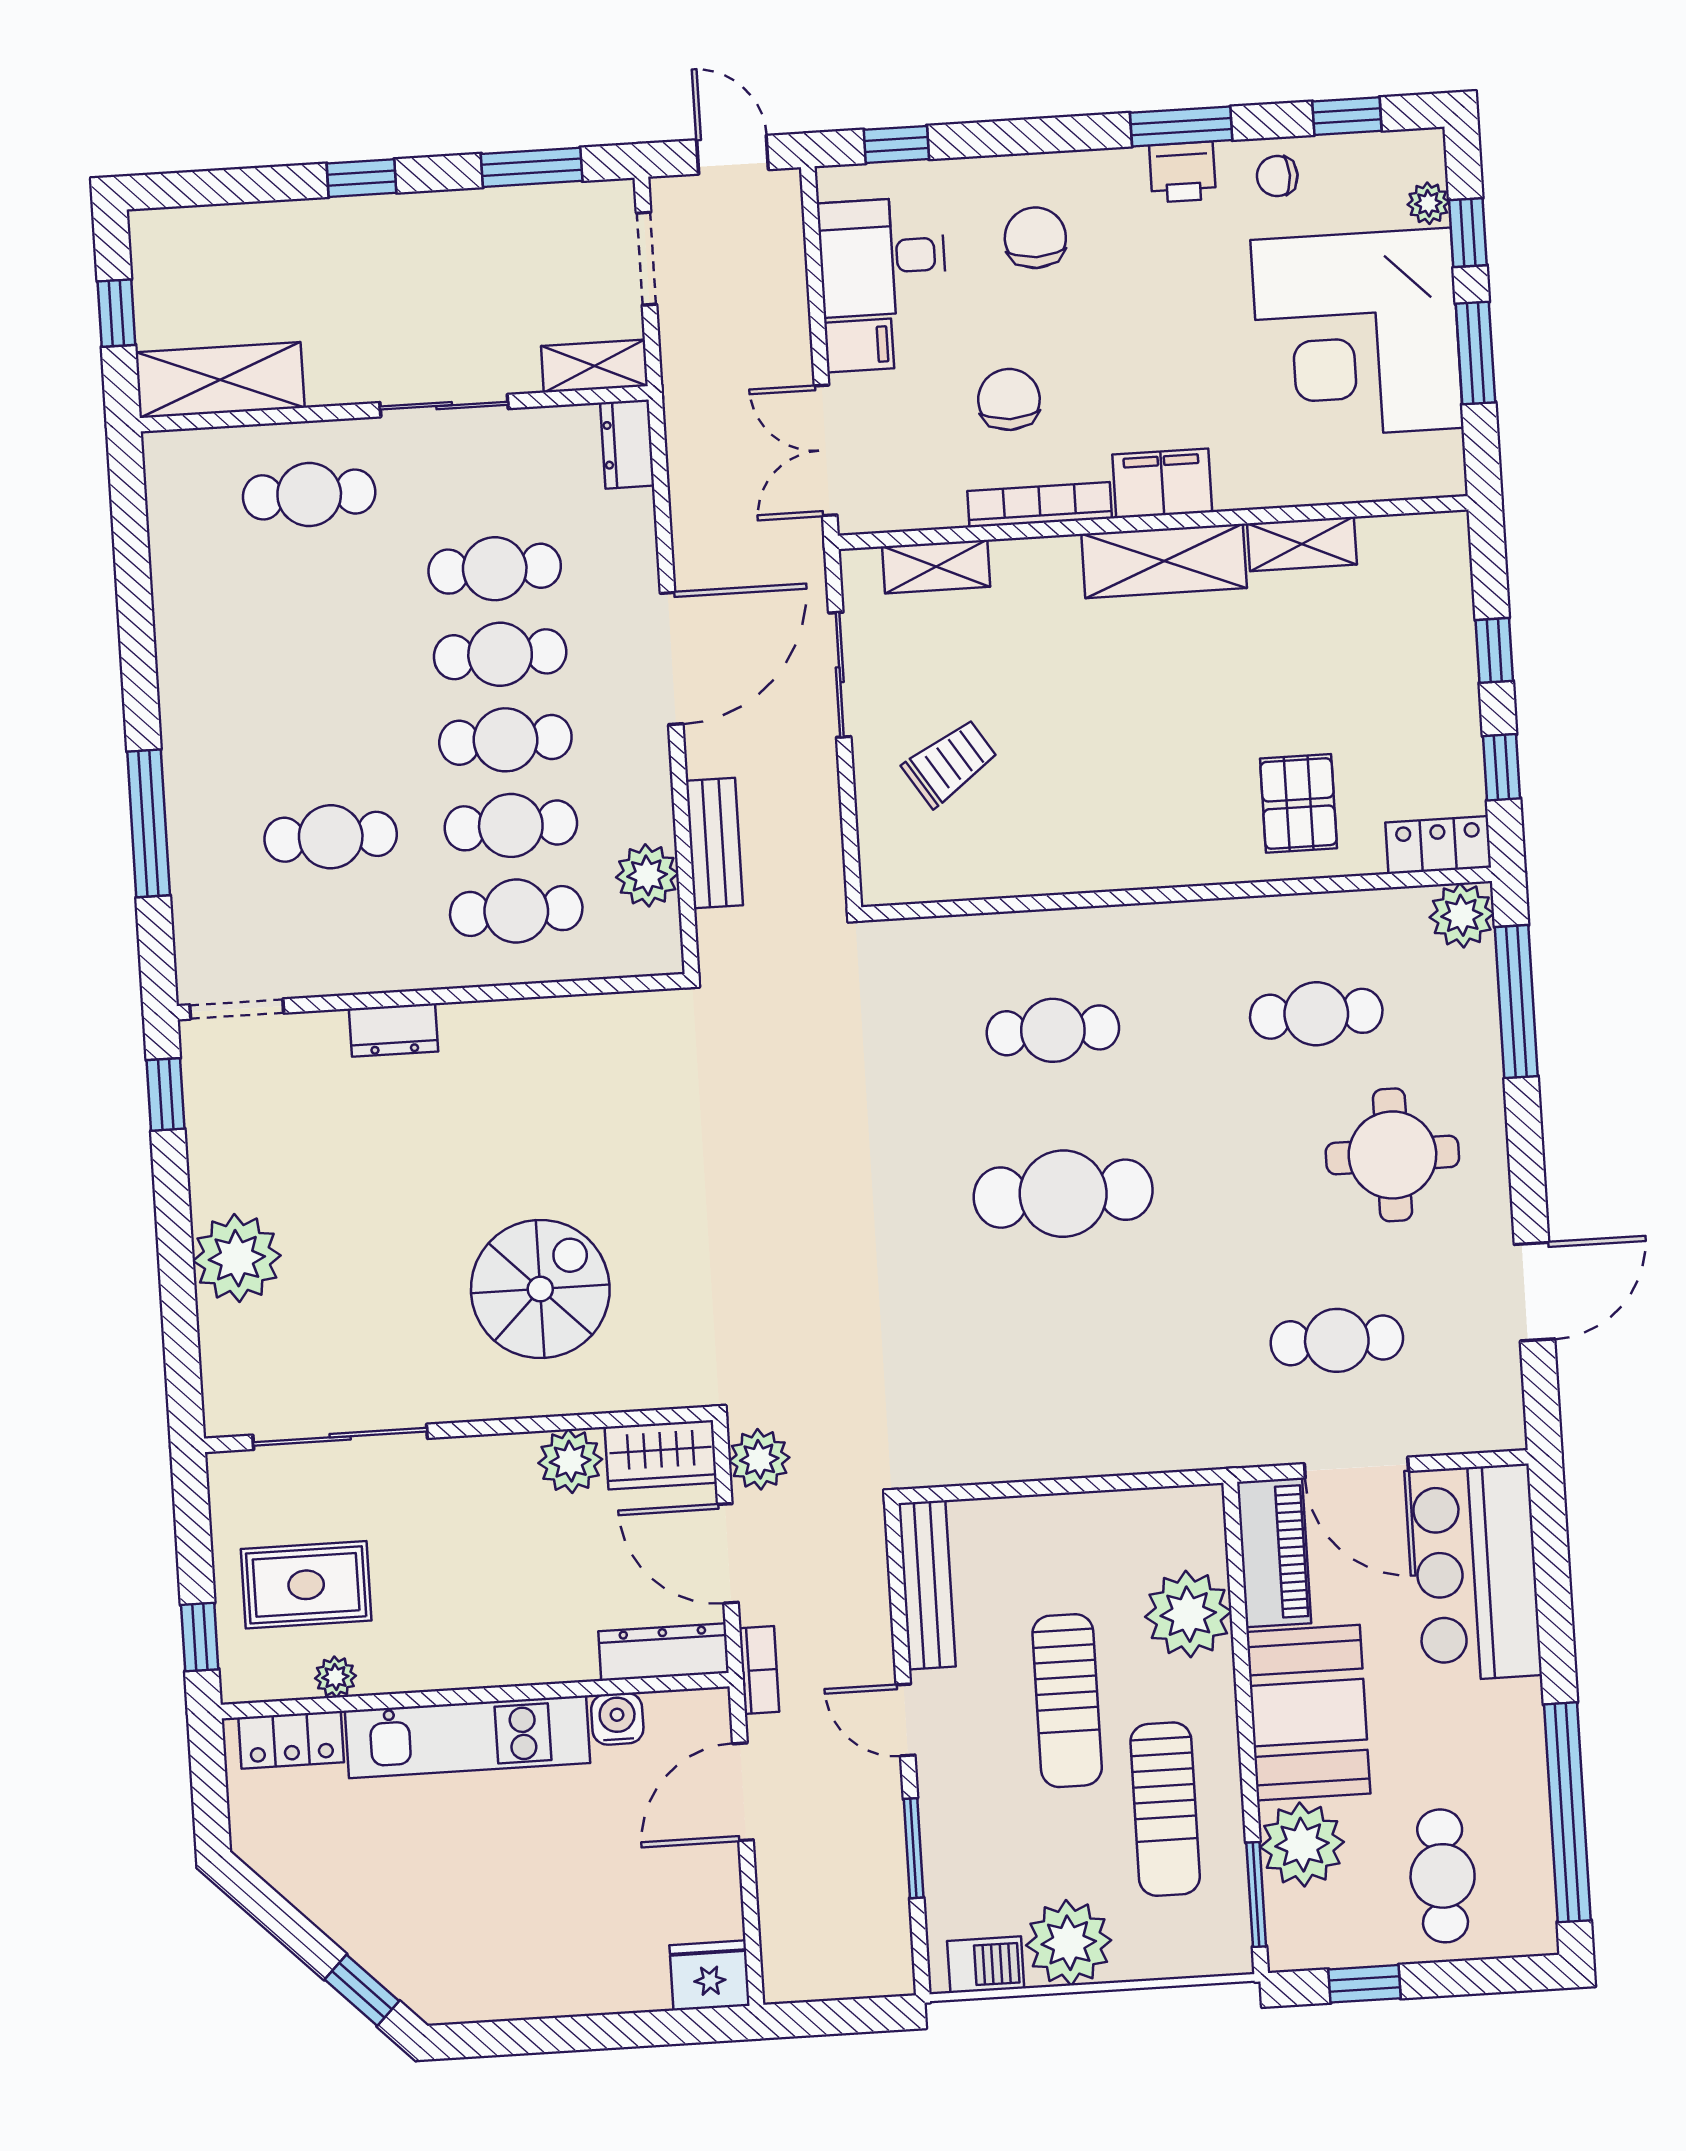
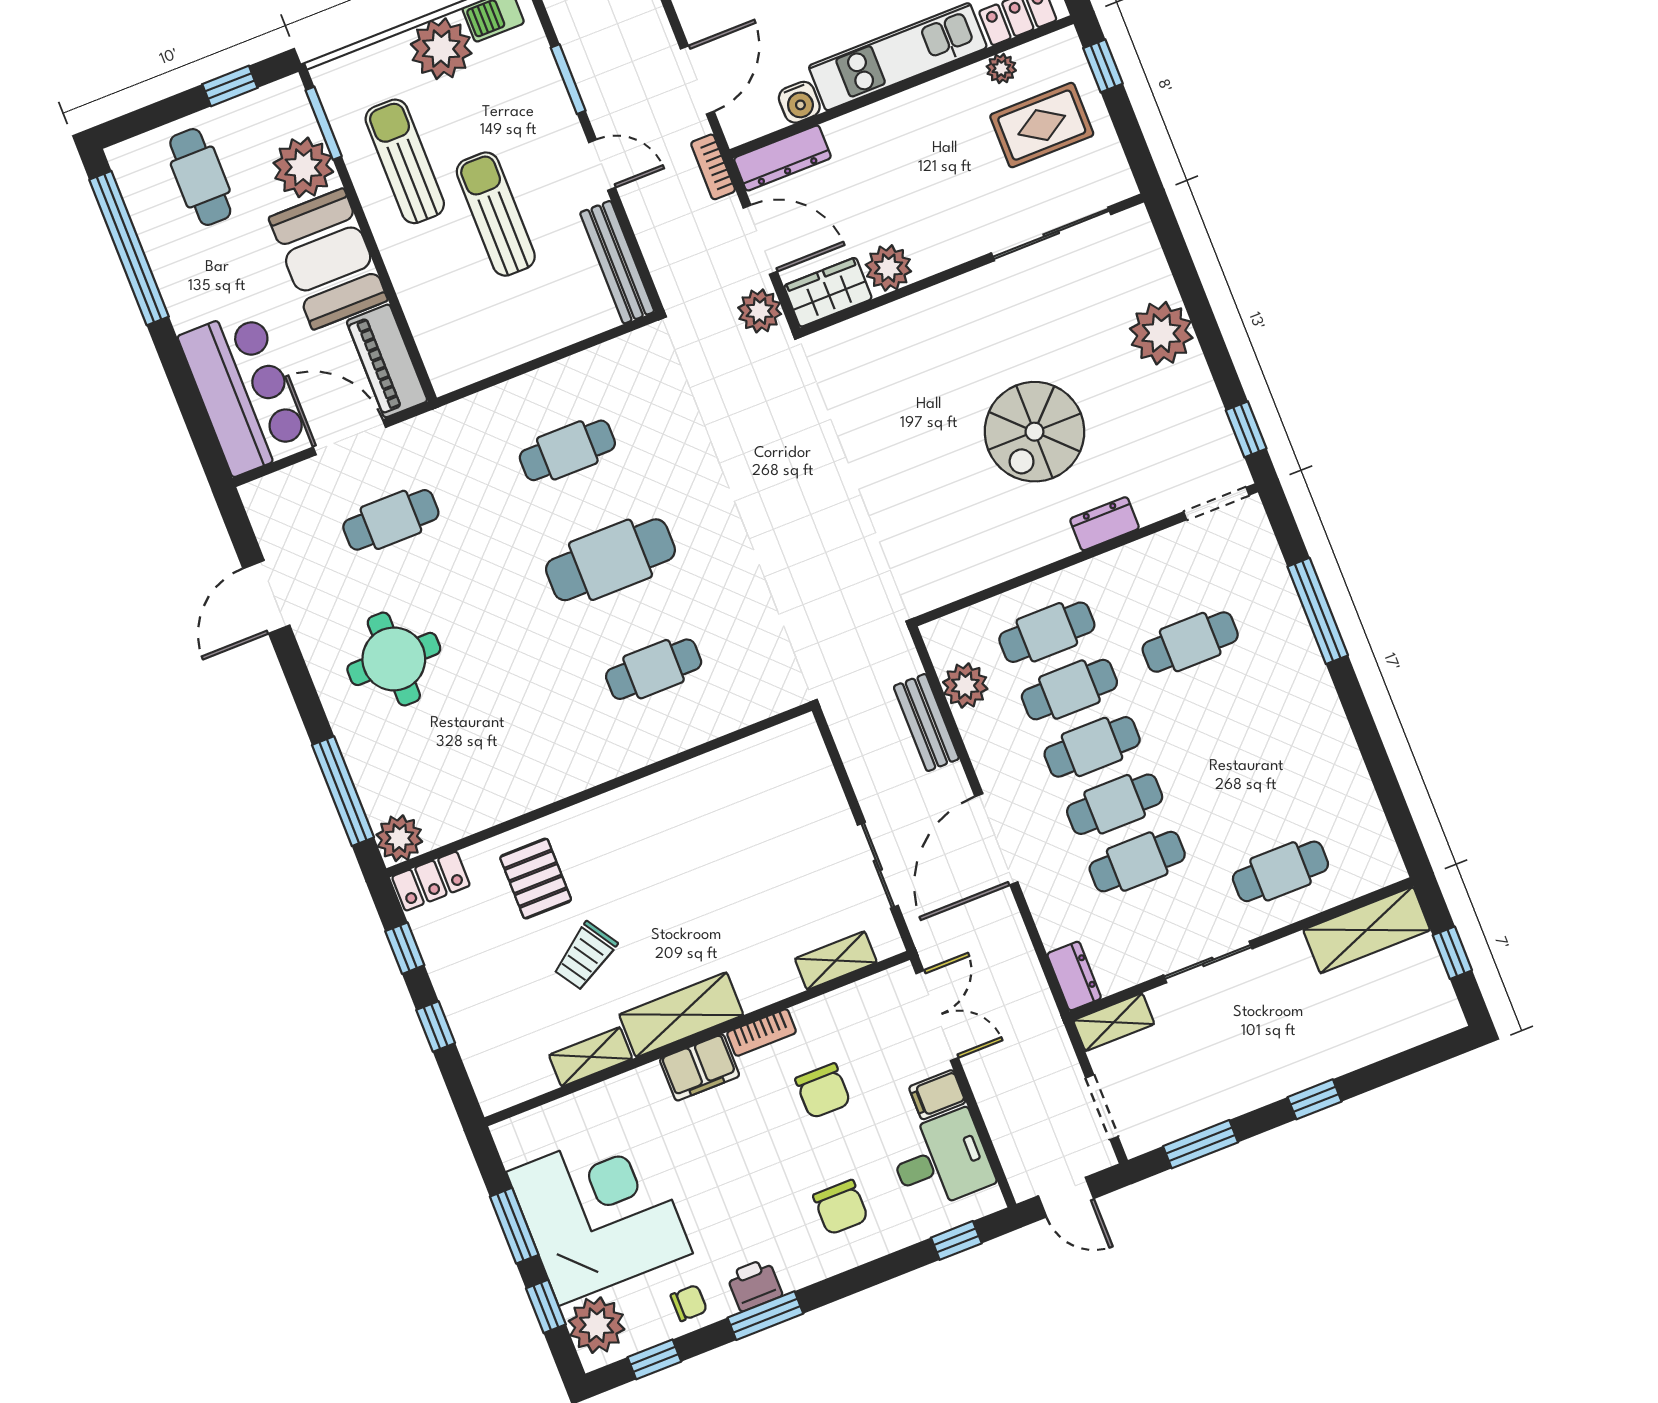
plant: (1428, 203) -> (597, 1325), width x1.87, depth x1.87
bookcase: (1040, 505) -> (762, 1032), width x0.64
trolley: (950, 763) -> (585, 956), moved
cafe table: (1316, 1014) -> (567, 450), moved
spiral stairs: (540, 1289) -> (1034, 432), moved
plant: (1188, 1614) -> (432, 300), removed

